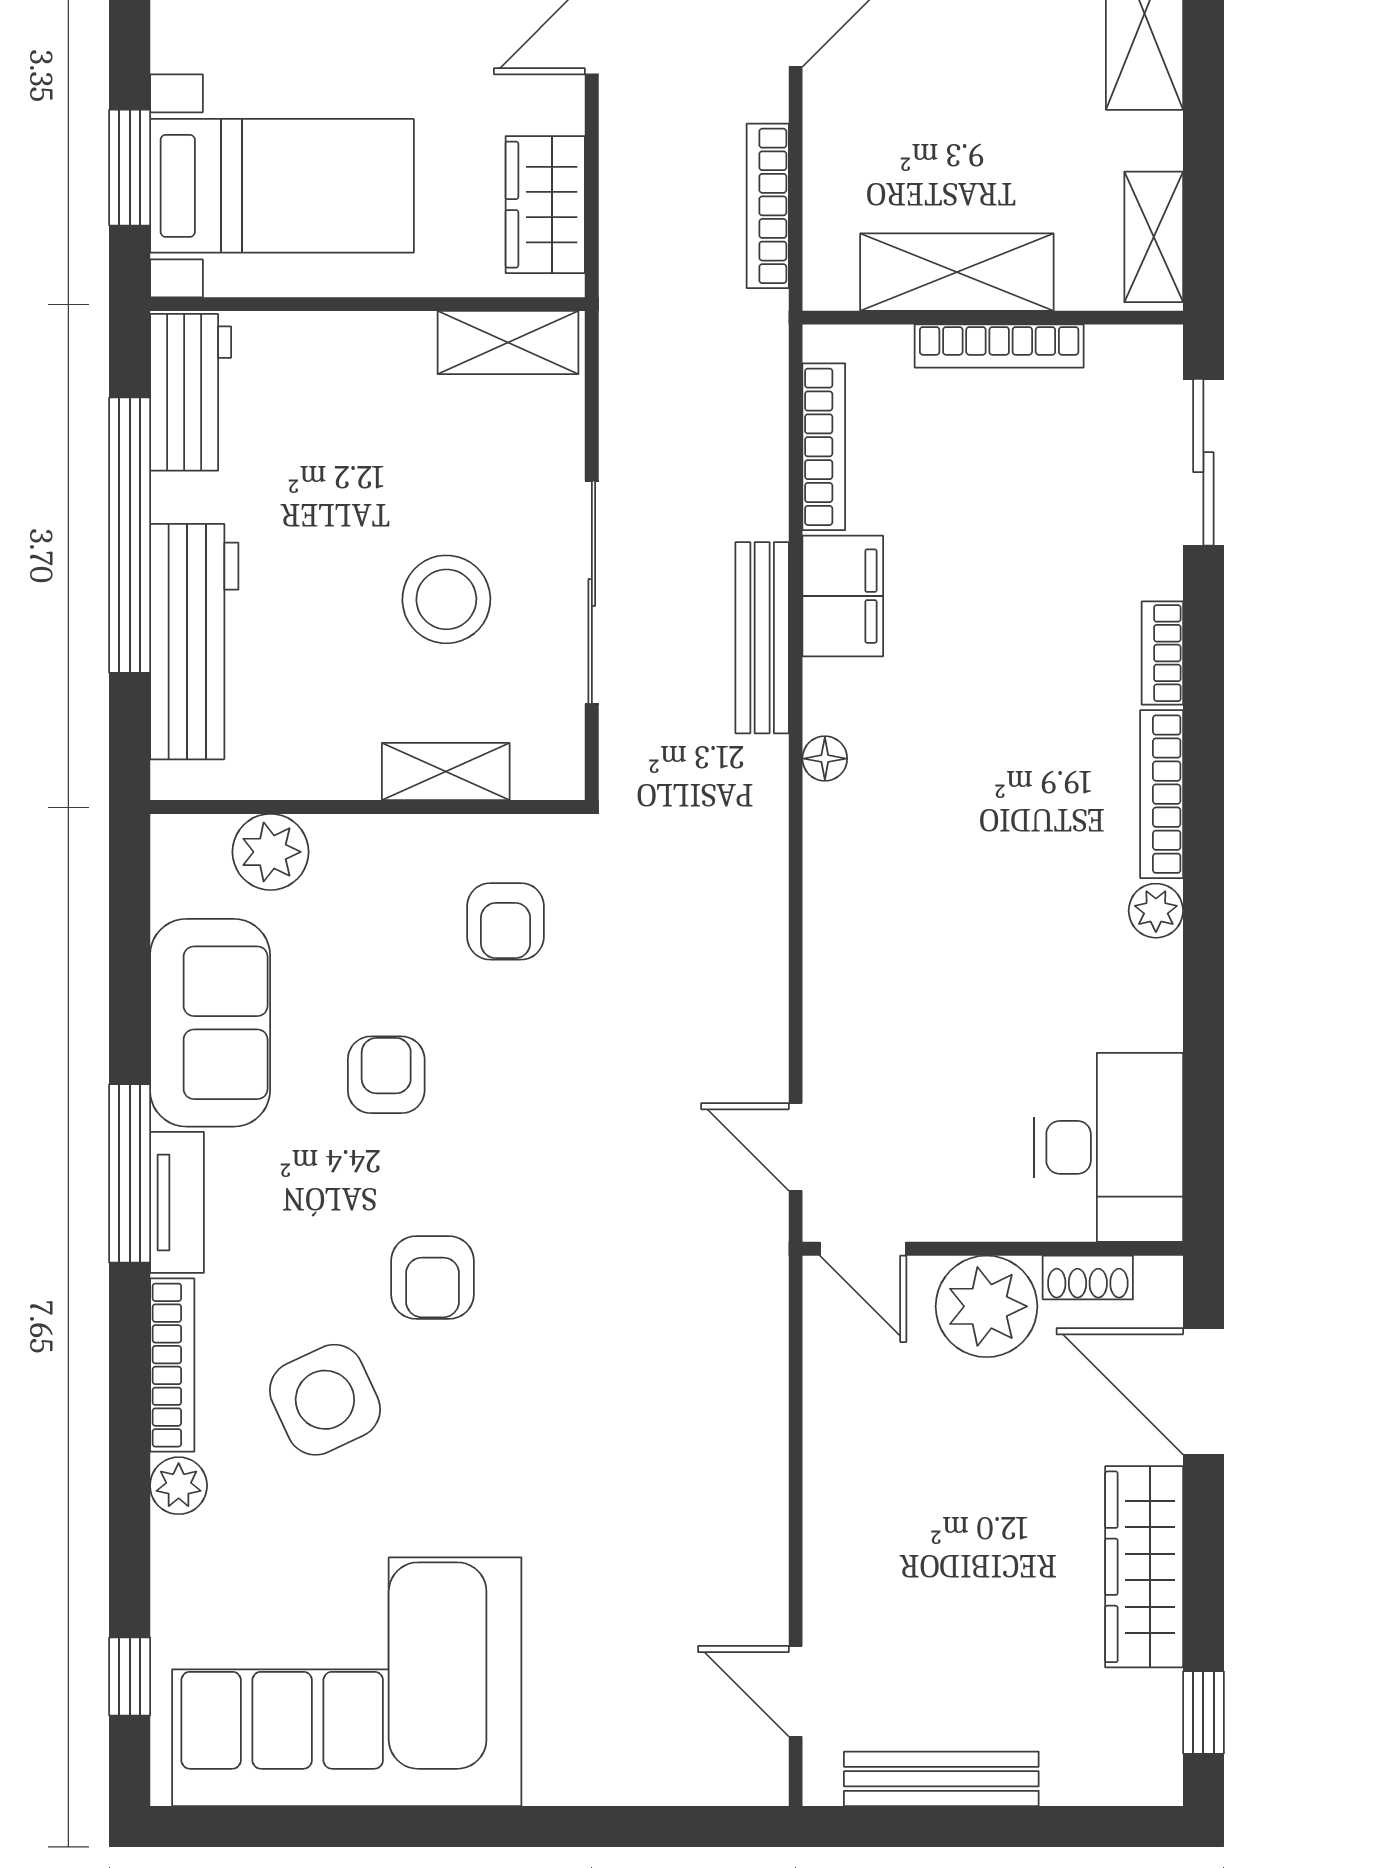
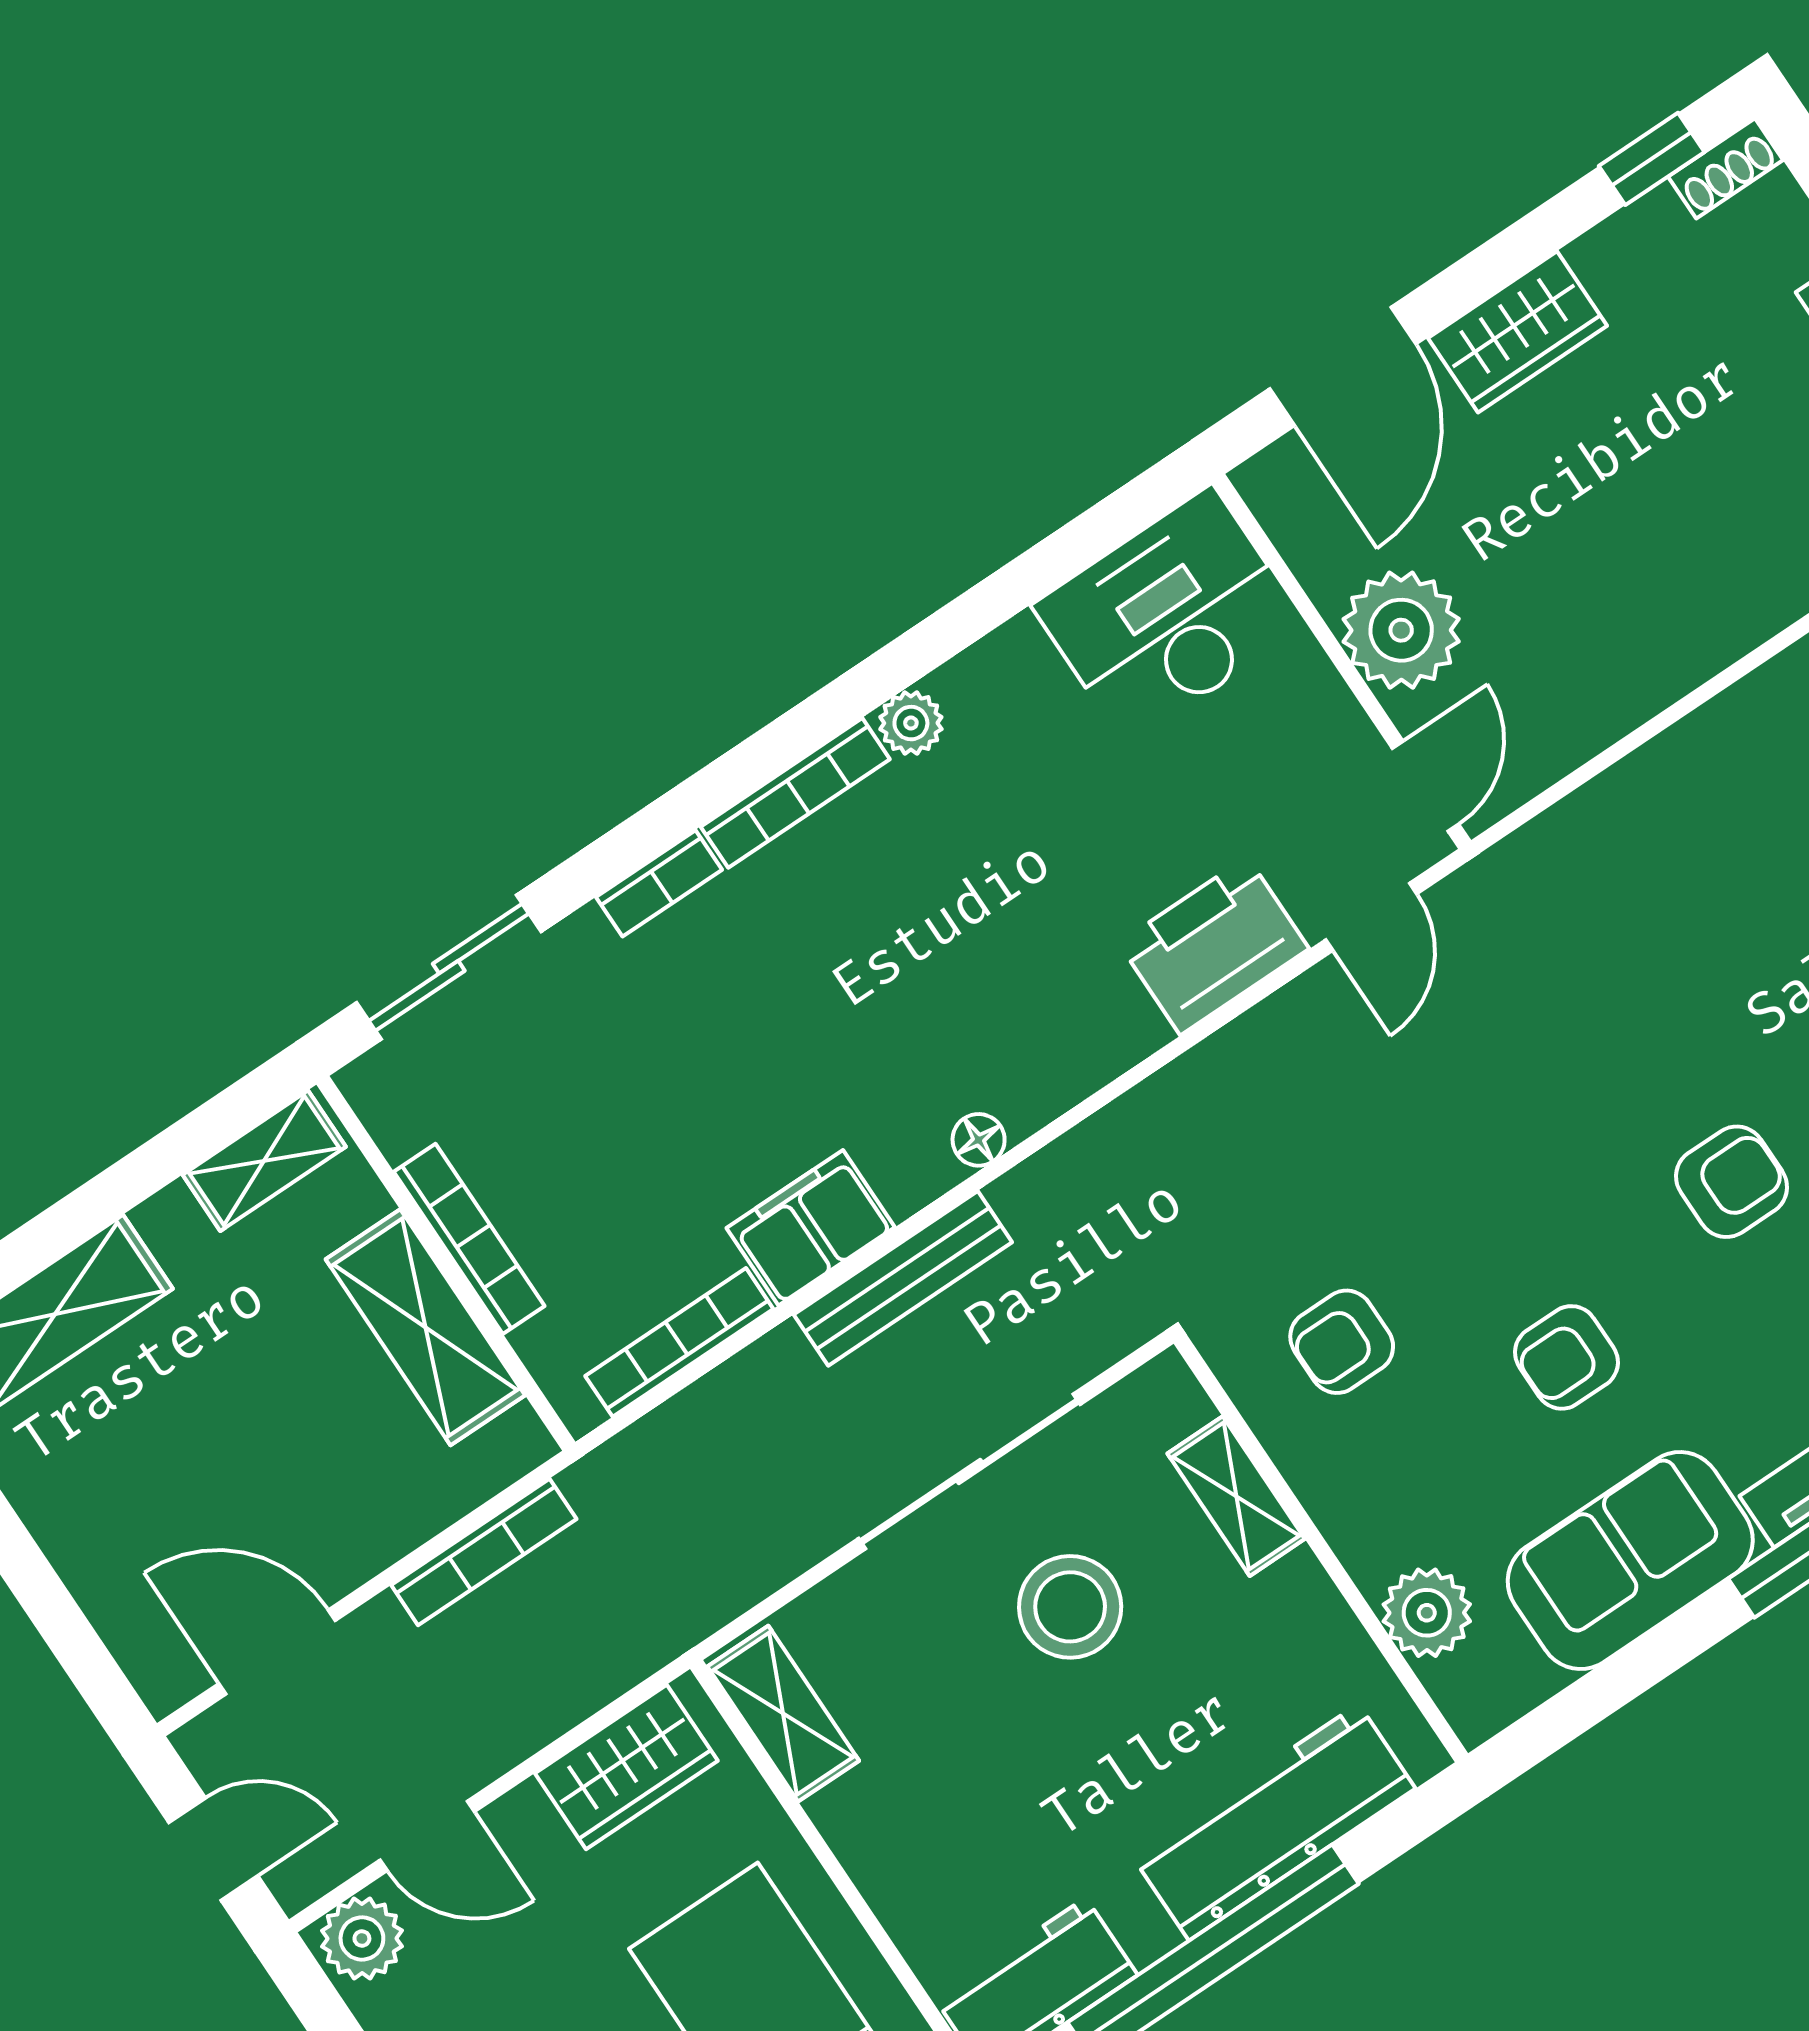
armchair: (506, 921) -> (1342, 1342), turned 180
printer: (851, 1020) -> (1214, 946), added
shoe rack: (1088, 1277) -> (1726, 168), moved, turned 90
wardrobe: (1144, 1567) -> (1517, 332), width x0.67

